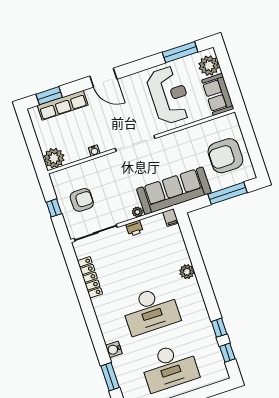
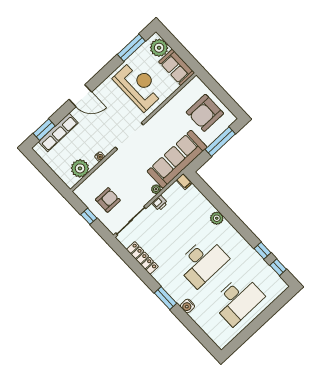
plant: (54, 158) -> (80, 168), moved
window: (110, 377) -> (166, 298), moved

